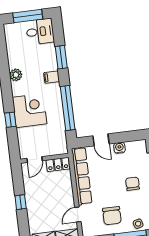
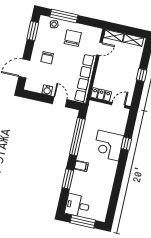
plant: (16, 75) -> (109, 178), removed

